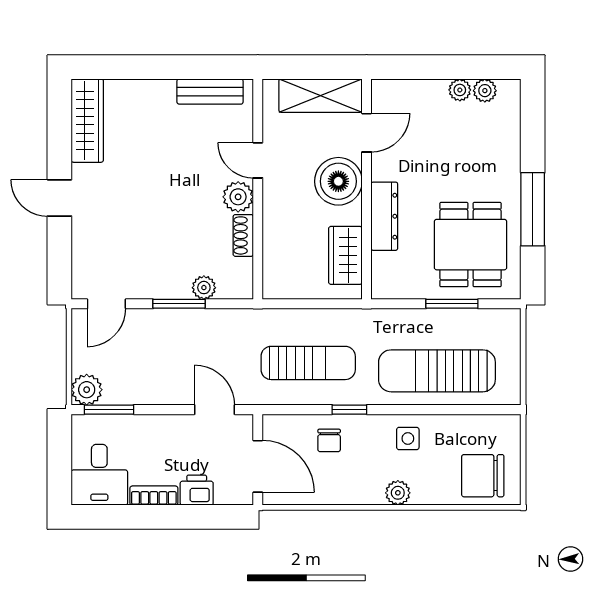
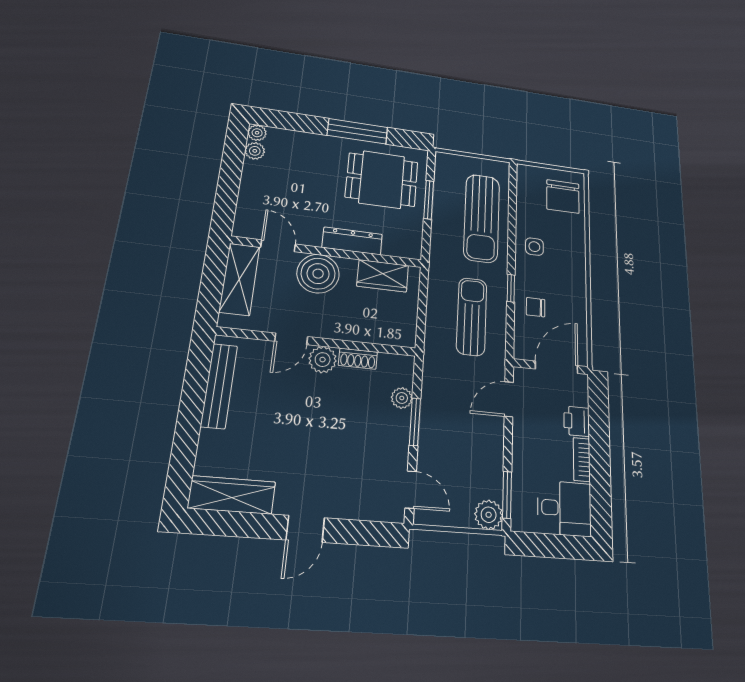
plant: (460, 90) -> (257, 133), moved
bench: (210, 92) -> (219, 386), width x1.36
chair: (329, 440) -> (536, 307), turned 180
plant: (398, 493) -> (577, 260), removed

